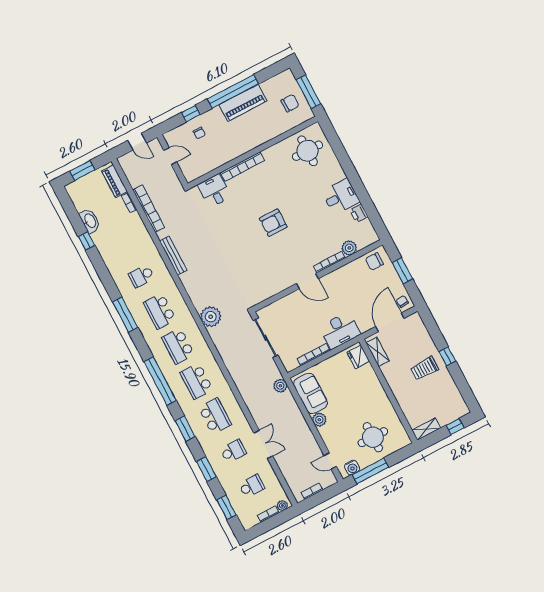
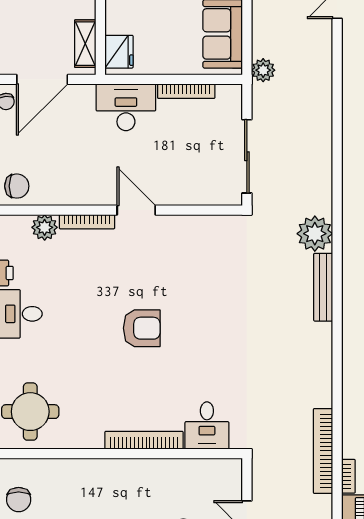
chair: (290, 103) -> (19, 500), turned -90
bench: (173, 256) -> (323, 287), moved

